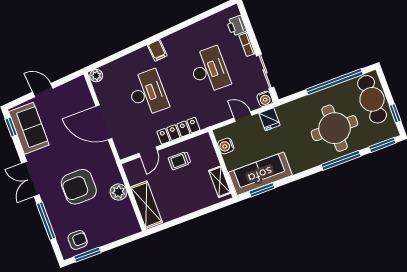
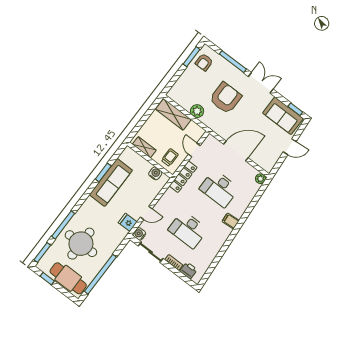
water cooler: (226, 146) -> (155, 173), moved
wall: (223, 164) -> (150, 160), moved
shelving: (220, 182) -> (144, 147), moved

